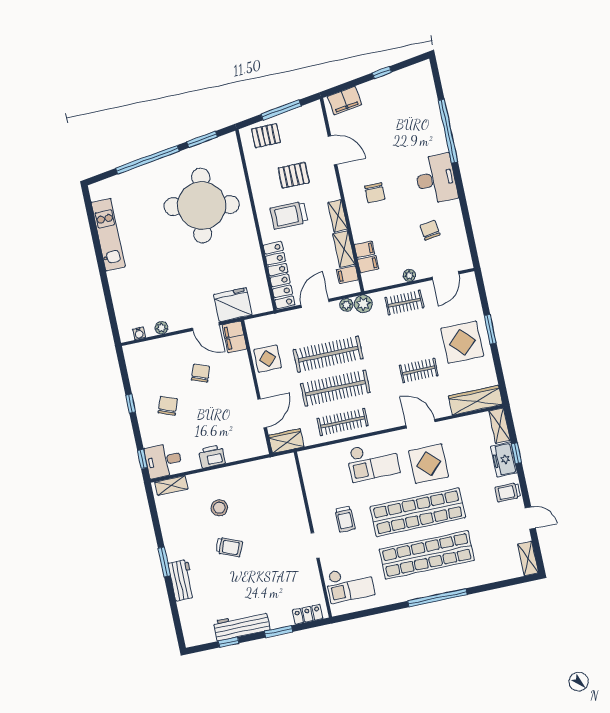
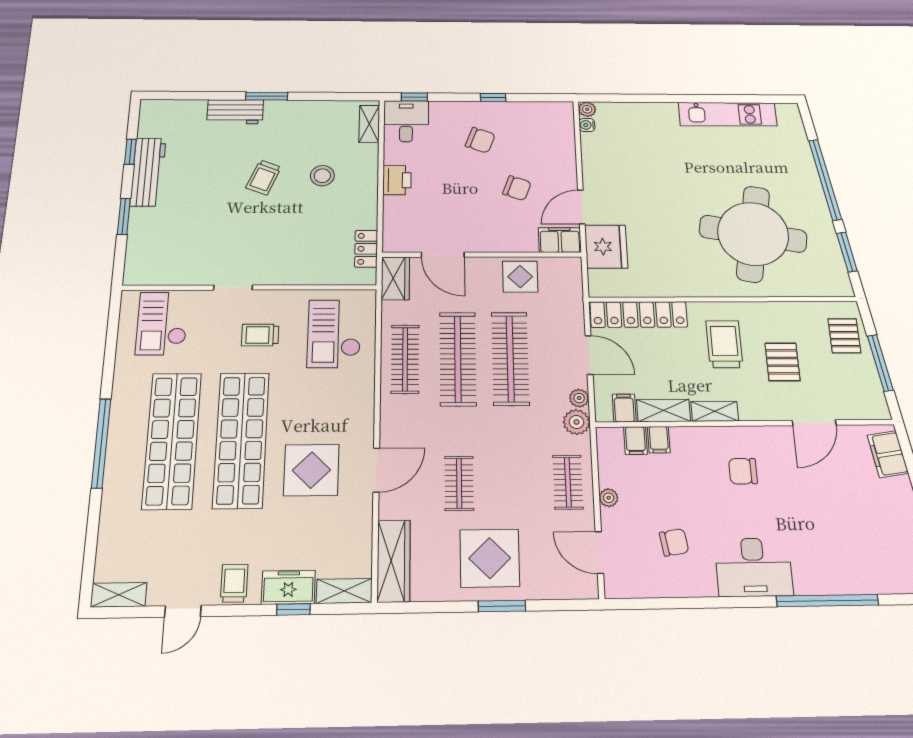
plant: (161, 328) -> (587, 109), moved
checkout: (373, 461) -> (334, 334), moved
locker: (308, 614) -> (366, 249), moved, turned 180

